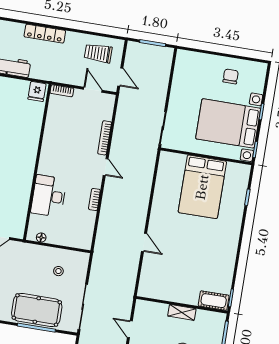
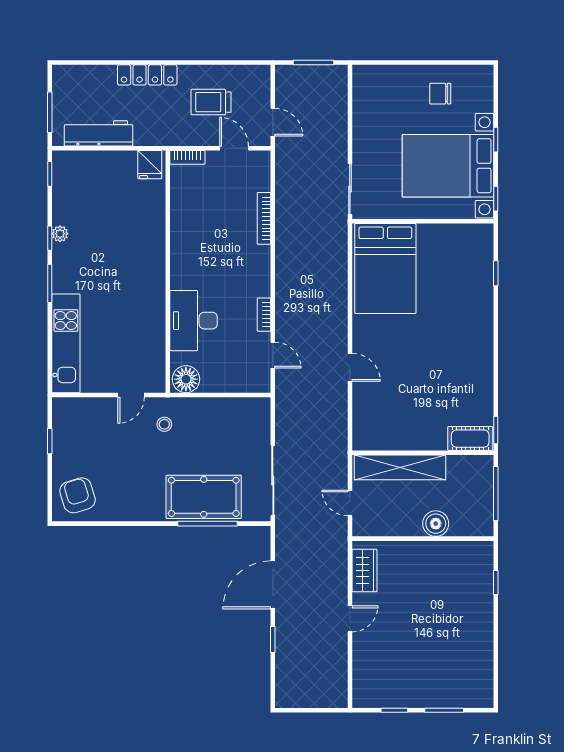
trolley: (98, 53) -> (211, 102), moved
chair: (231, 76) -> (440, 94), turned -90
door: (106, 167) -> (273, 355), moved
bed: (202, 187) -> (385, 268), moved
floor lamp: (41, 237) -> (186, 379), width x1.89, depth x1.89
stool: (58, 271) -> (164, 424), moved
shelving: (182, 312) -> (400, 467), width x2.20, depth x1.33

